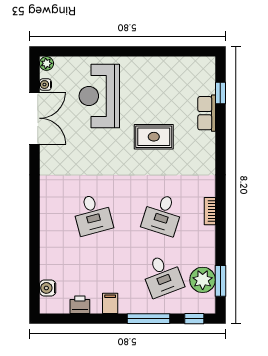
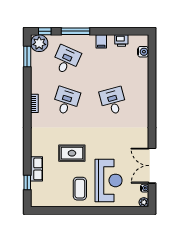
coffee table: (142, 84) -> (80, 189), added
desk: (162, 276) -> (66, 60), turned 45
plant: (203, 280) -> (39, 43), moved

